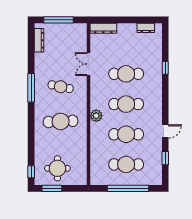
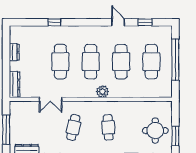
dresser: (146, 28) -> (14, 52), moved
cafe table: (61, 121) -> (108, 127), width x0.73, depth x0.74

